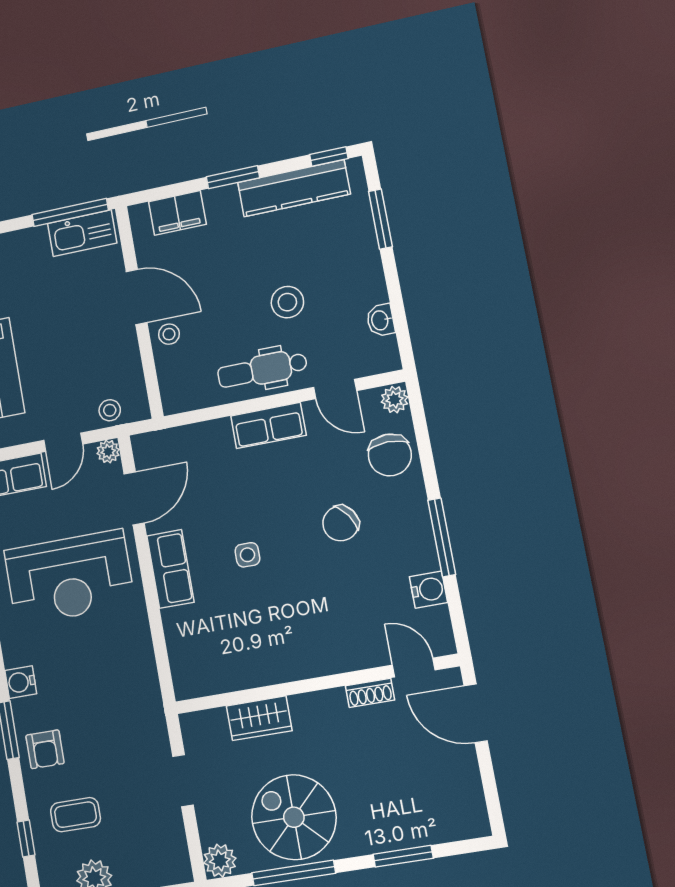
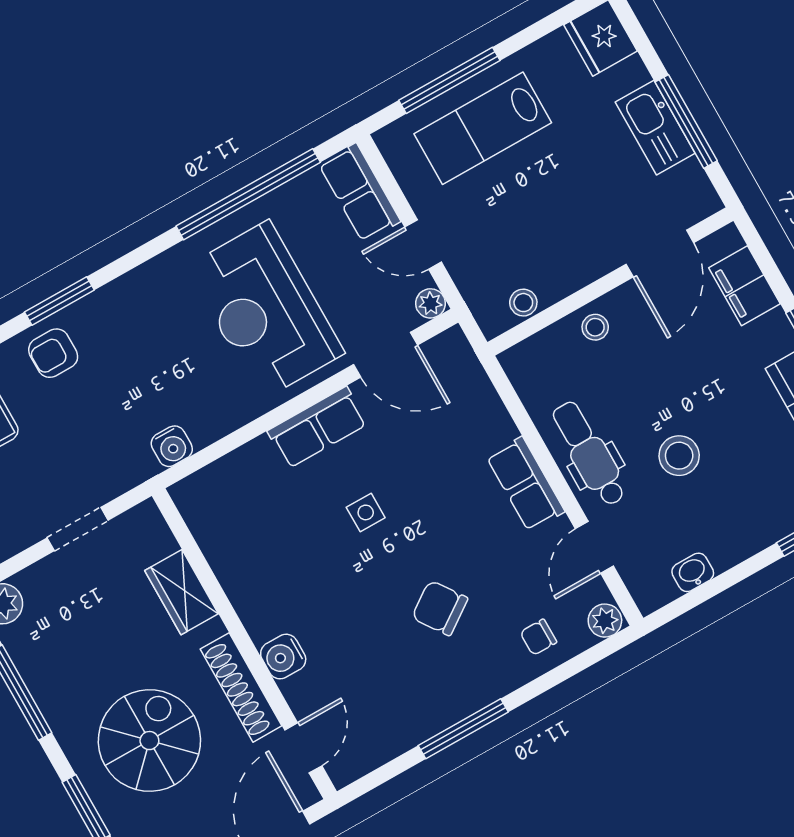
window: (70, 212) -> (686, 121), moved
kitchen sink: (82, 233) -> (655, 128), moved
door: (137, 297) -> (660, 253), moved
stool: (110, 410) -> (523, 303), moved
chair: (390, 455) -> (538, 637), width x0.54, depth x0.54
water cooler: (428, 590) -> (283, 657), moved, turned 90
water cooler: (21, 682) -> (172, 446), moved, turned 180
shoe rack: (370, 693) -> (241, 687), width x1.94, depth x1.24
spiral stairs: (294, 817) -> (149, 741), moved

